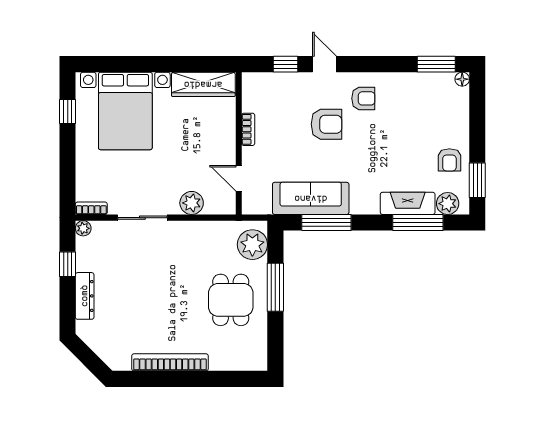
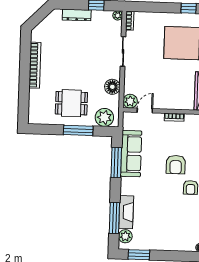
armchair: (449, 160) -> (152, 238), removed
plant: (192, 203) -> (130, 101), moved
floor lamp: (201, 233) -> (112, 87), added

